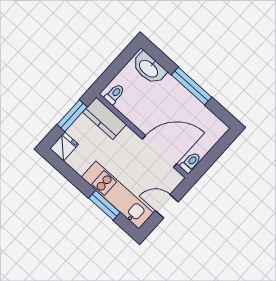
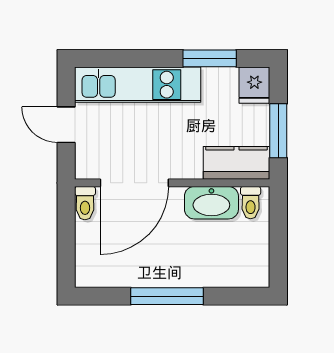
washbasin: (149, 68) -> (211, 203), moved, turned 180
window: (104, 205) -> (210, 58), moved
door: (167, 206) -> (66, 125), swing flipped

